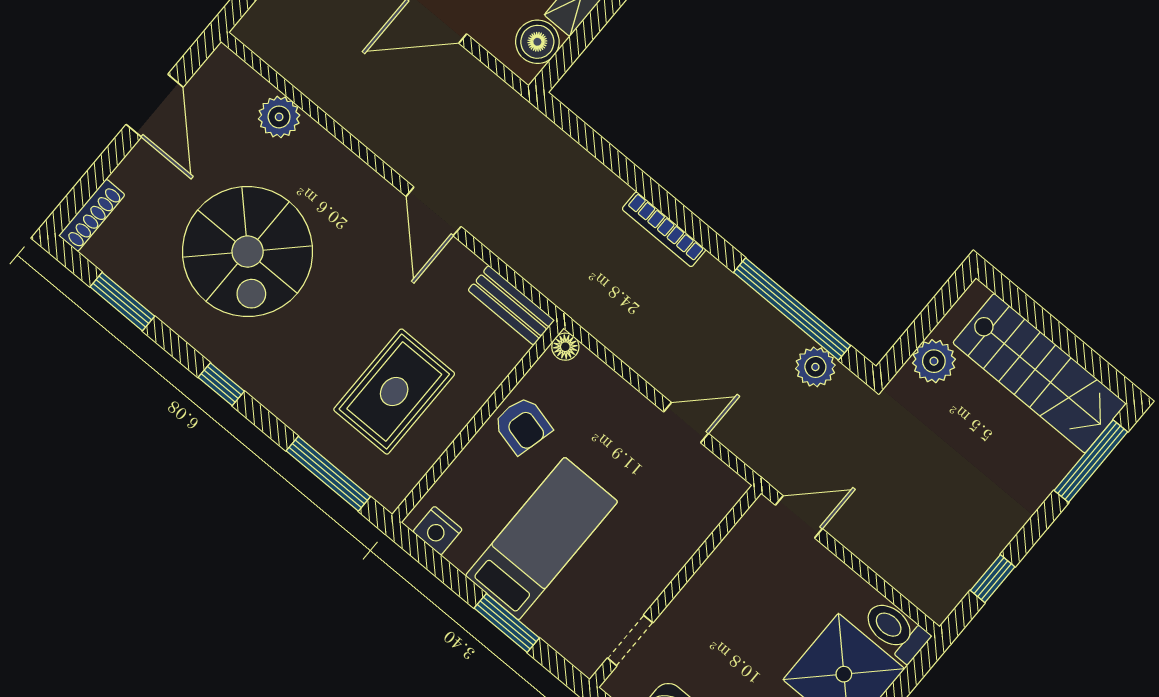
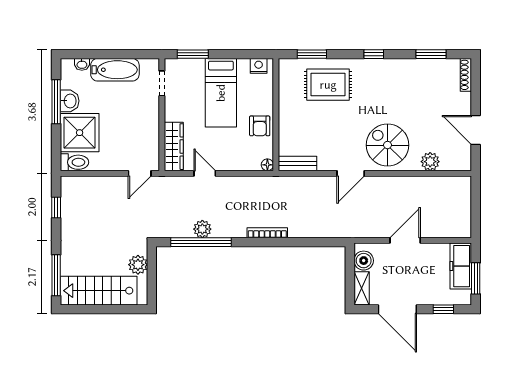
door: (434, 211) -> (351, 173), swing flipped
spiral stairs: (248, 252) -> (387, 145), moved, width x0.73, depth x0.73
plant: (815, 367) -> (202, 229), moved
rug: (394, 392) -> (328, 85), moved, turned 90
door: (686, 423) -> (205, 173), swing flipped
armchair: (522, 425) -> (260, 126), turned -104
window: (328, 474) -> (312, 54), width x0.69
wardrobe: (701, 514) -> (174, 147), added
window: (507, 623) -> (193, 54), moved

